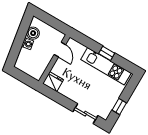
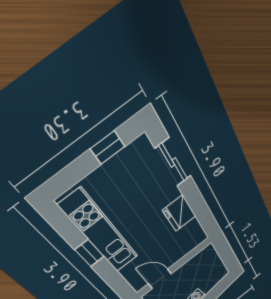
door: (60, 50) -> (160, 279), hinge flipped
fridge: (53, 82) -> (179, 213), moved

